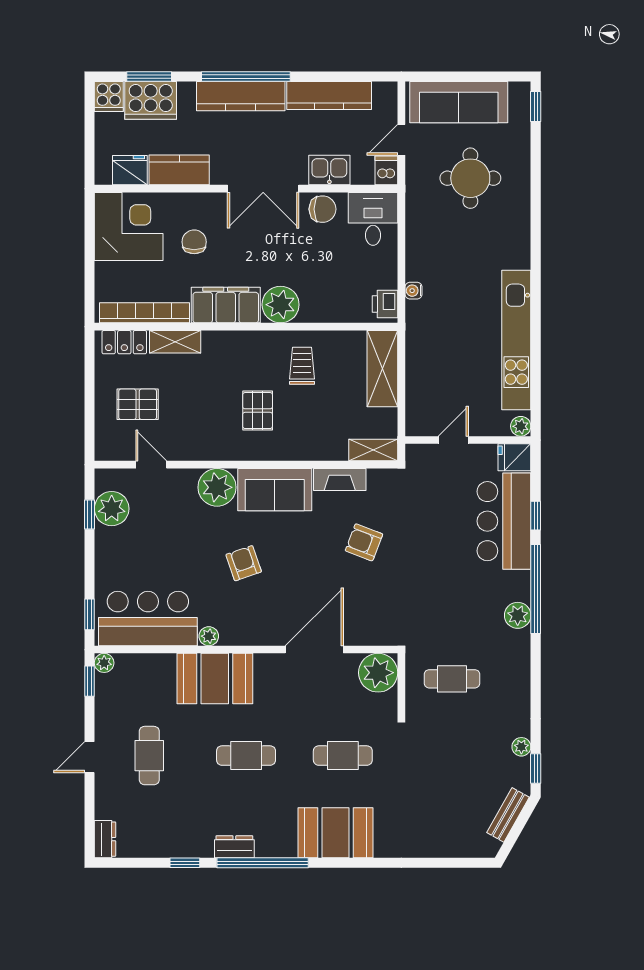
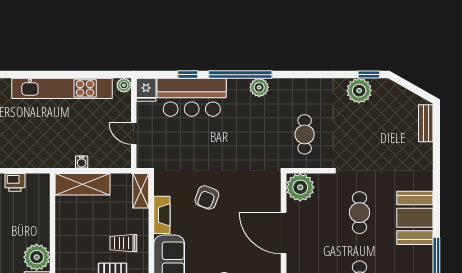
water cooler: (414, 291) -> (82, 162), moved
printer: (385, 304) -> (15, 182), moved
trolley: (302, 366) -> (123, 243), moved
plant: (521, 747) -> (359, 91), width x1.88, depth x1.88
bench: (508, 815) -> (426, 123), moved, turned 60

